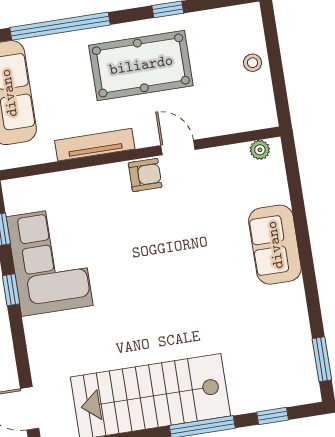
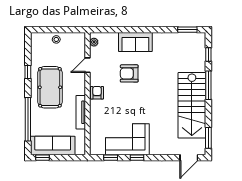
door: (178, 147) -> (87, 65), moved
armchair: (201, 242) -> (129, 73), added

